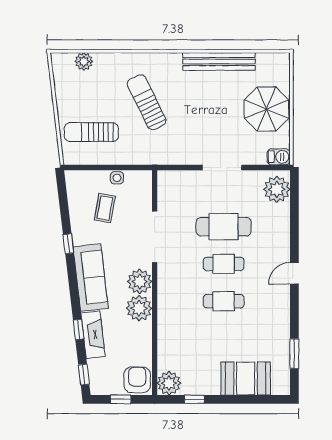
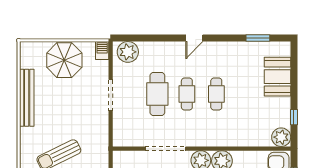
door: (294, 273) -> (194, 38), hinge flipped

